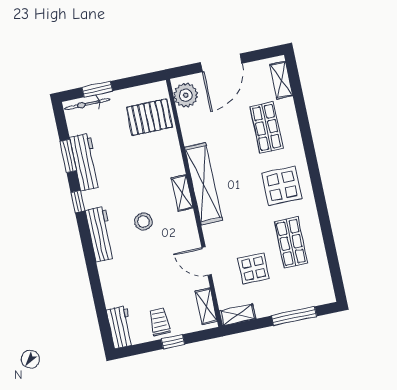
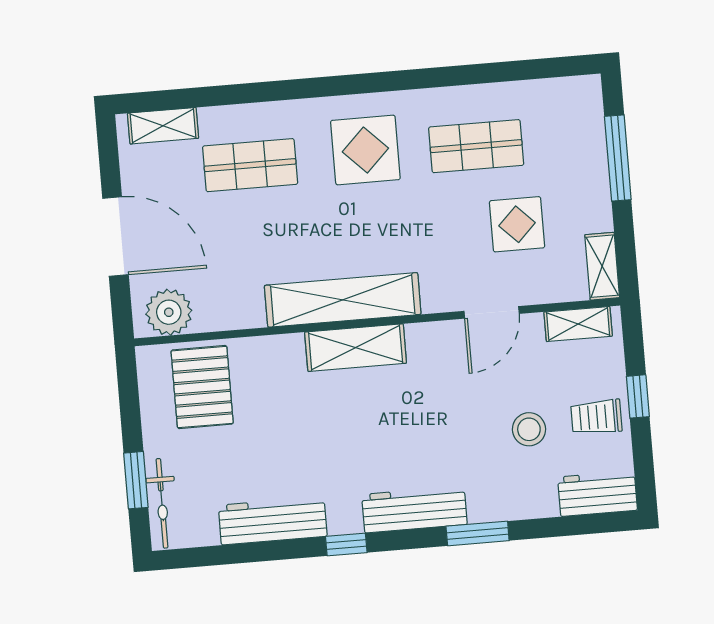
window: (68, 156) -> (478, 533), moved
shelving: (182, 193) -> (356, 348), width x1.50, depth x1.33
stool: (143, 222) -> (529, 429), moved

